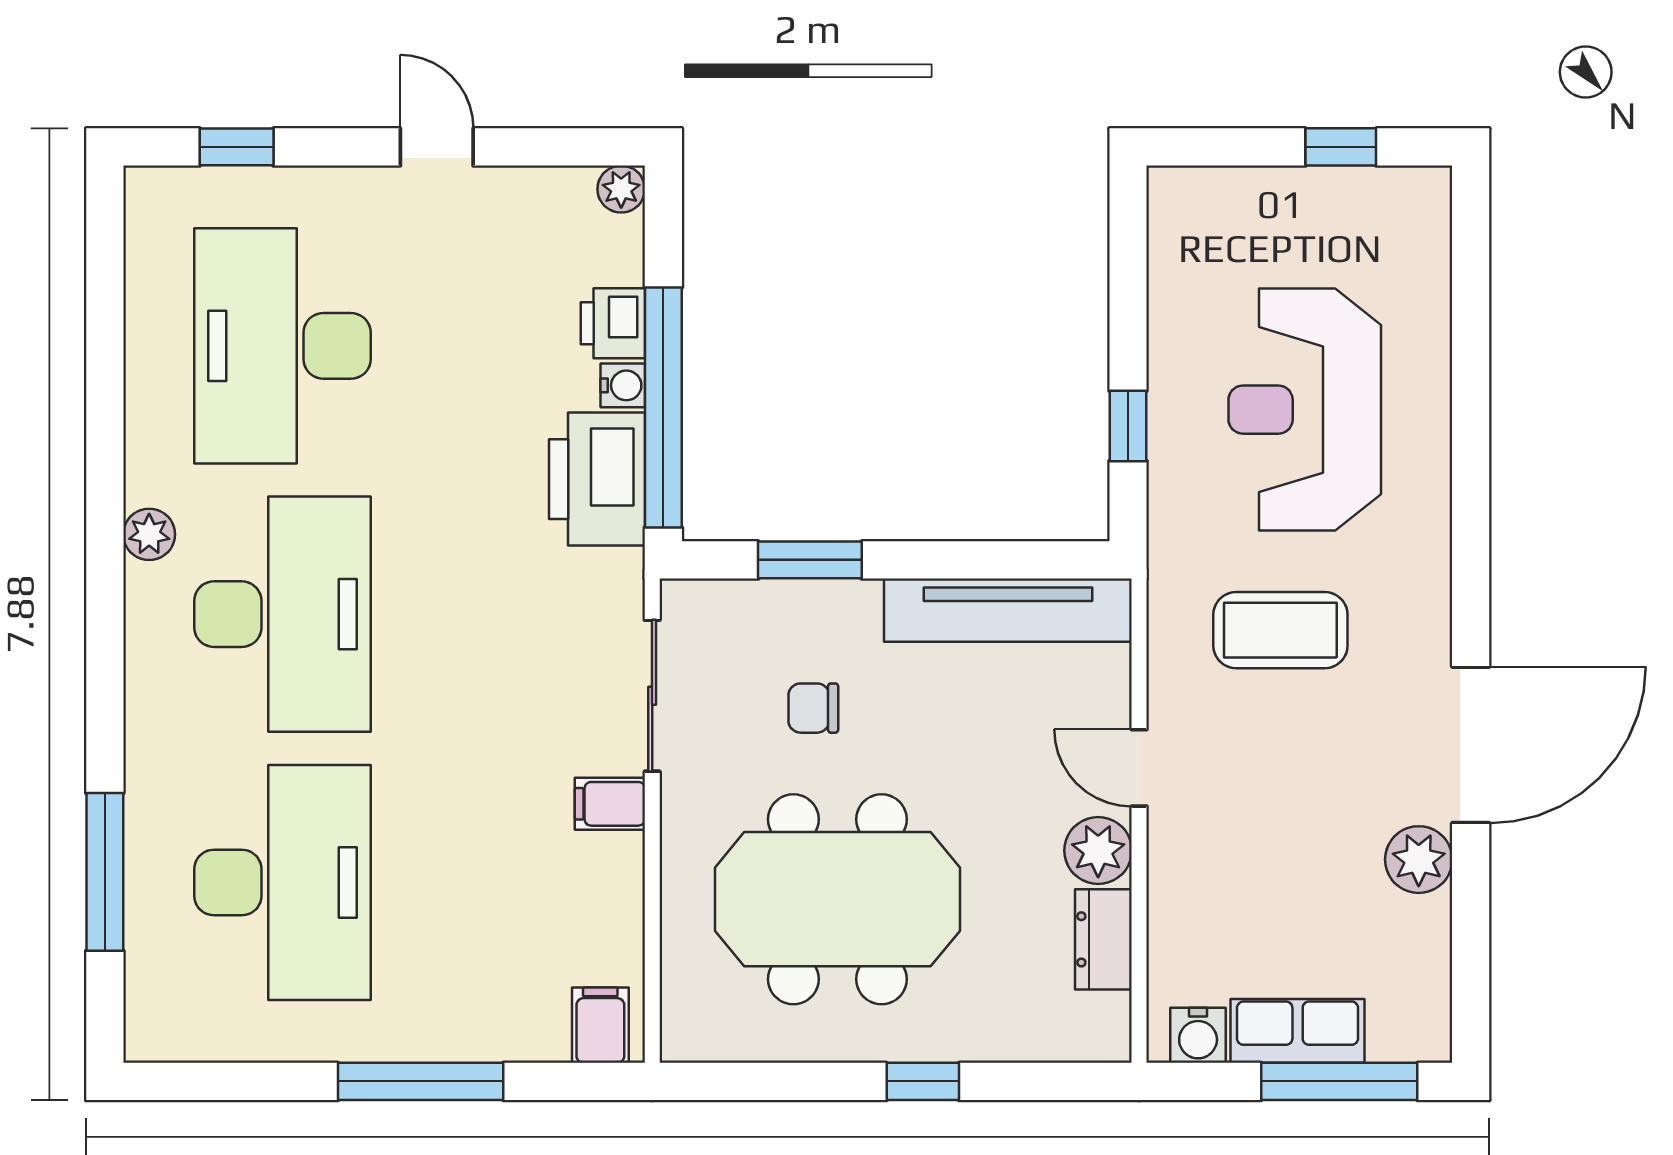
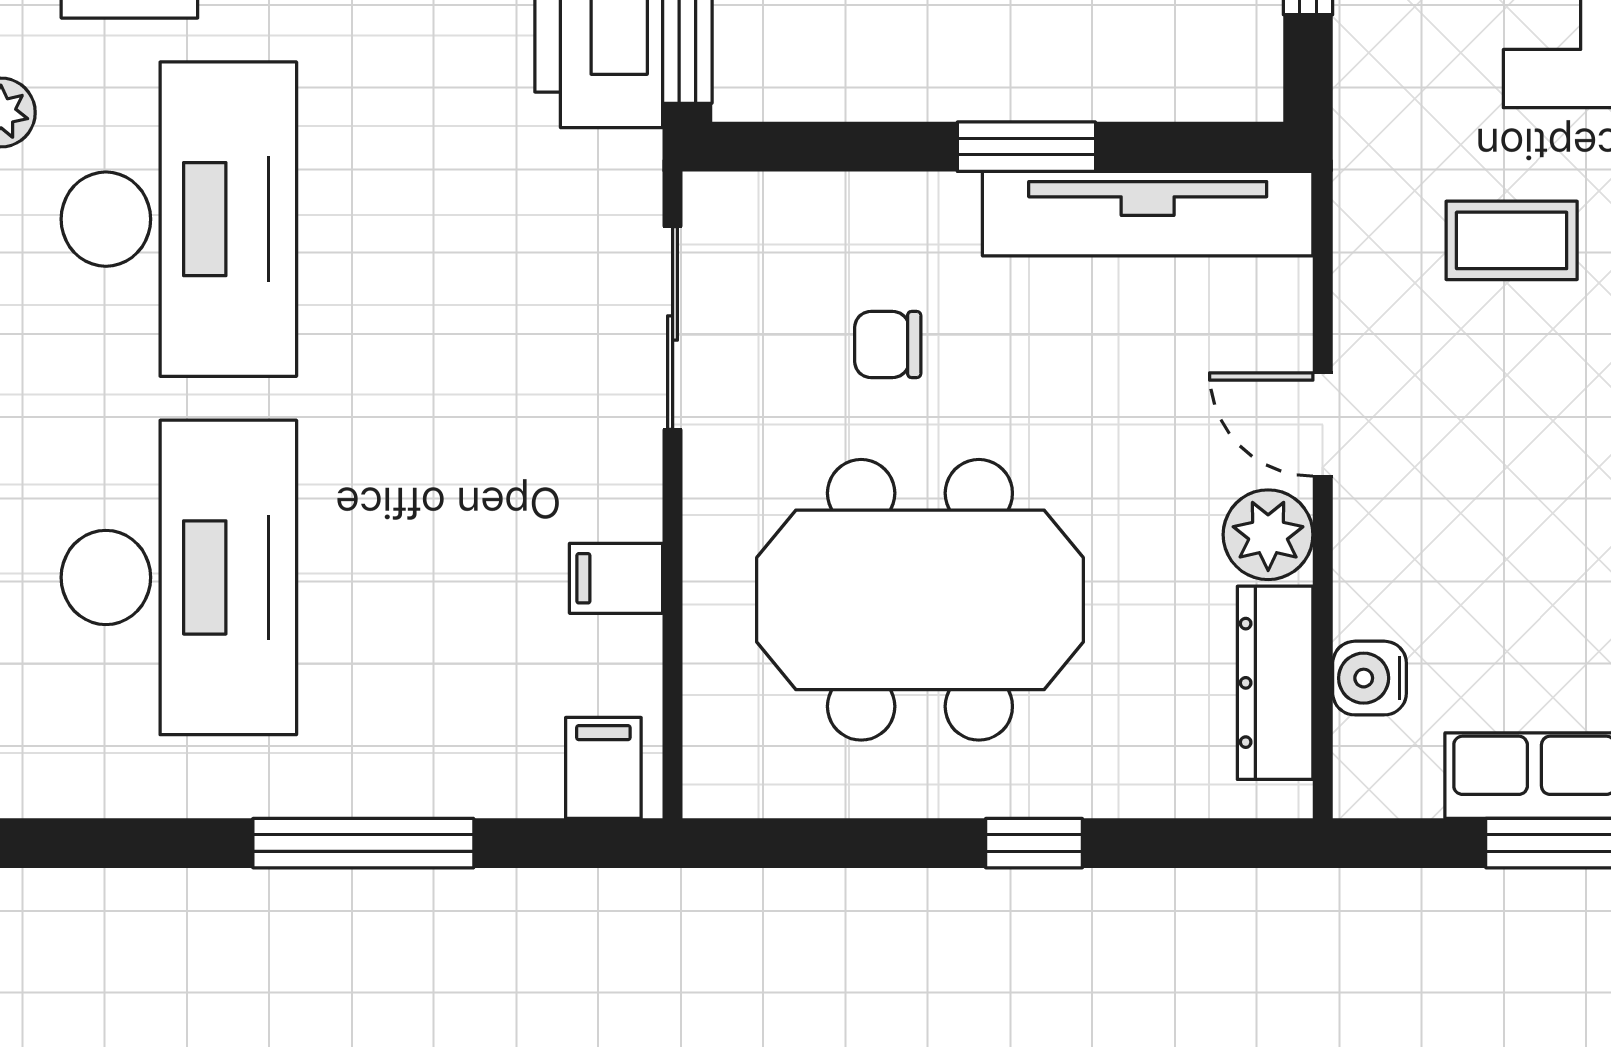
window: (810, 560) -> (1026, 147), moved
coffee table: (1280, 630) -> (1512, 240), width x0.73, depth x0.77
filing cabinet: (610, 804) -> (616, 578), moved
dresser: (1103, 939) -> (1275, 683), width x1.44
water cooler: (1198, 1035) -> (1370, 678), moved, turned 90

